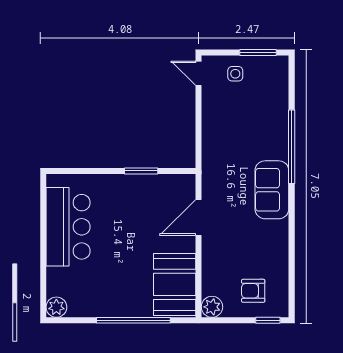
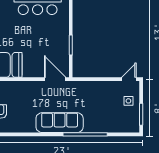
sofa: (272, 190) -> (60, 123), width x1.36
door: (198, 217) -> (55, 79), moved

